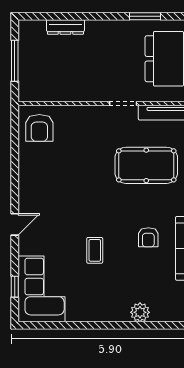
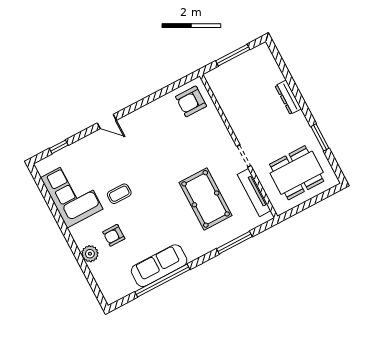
dresser: (65, 27) -> (288, 97), moved
armchair: (148, 237) -> (114, 235), moved
corner sofa: (41, 289) -> (72, 193), moved, turned -90

